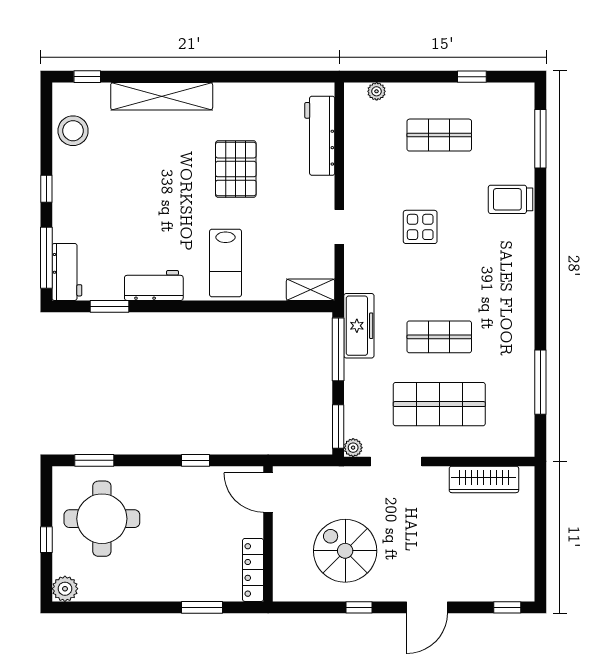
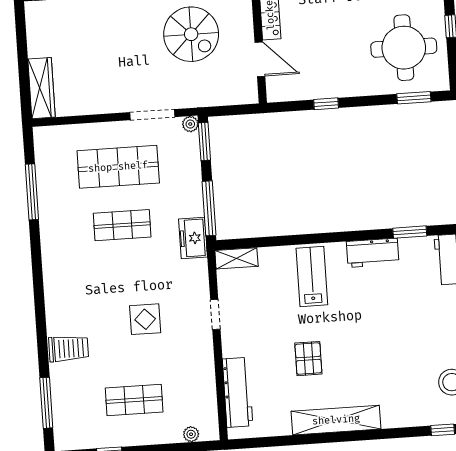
shelving: (162, 96) -> (336, 420), moved
pallet: (236, 169) -> (308, 359), width x0.67, depth x0.71
freezer: (359, 326) -> (193, 238), width x0.71
wardrobe: (484, 479) -> (41, 88), moved, turned 90
door: (268, 493) -> (260, 59), moved

